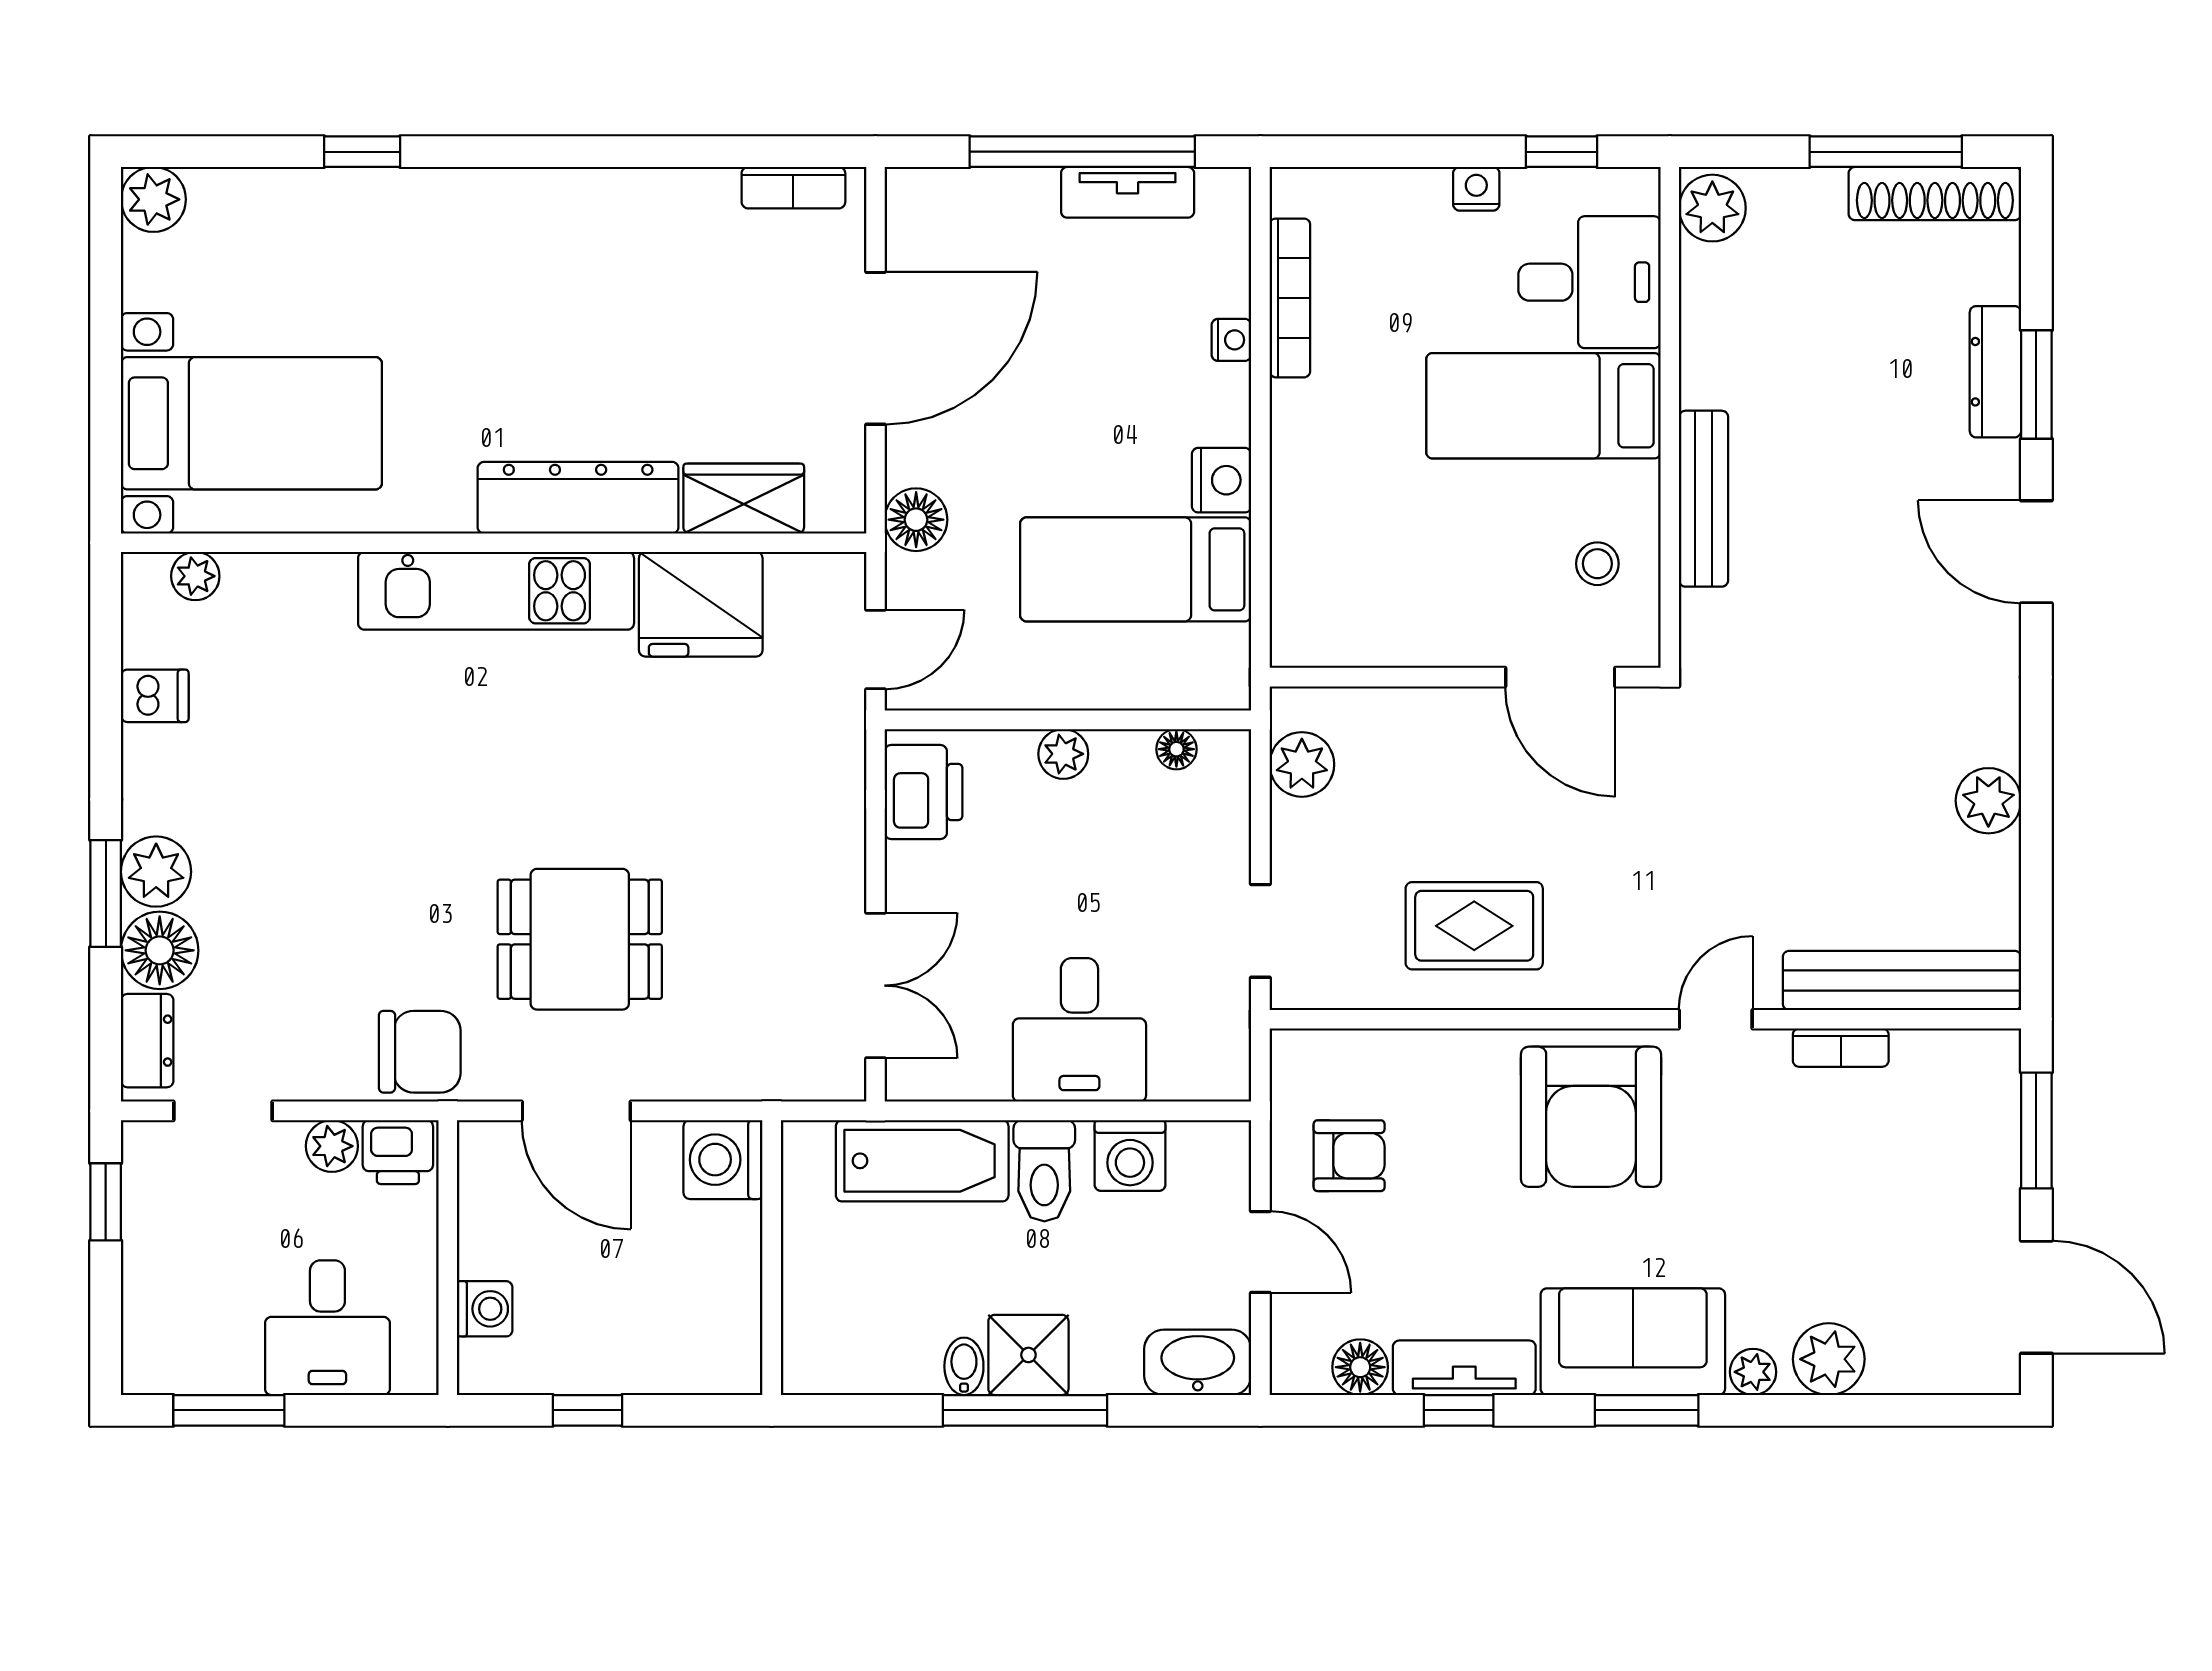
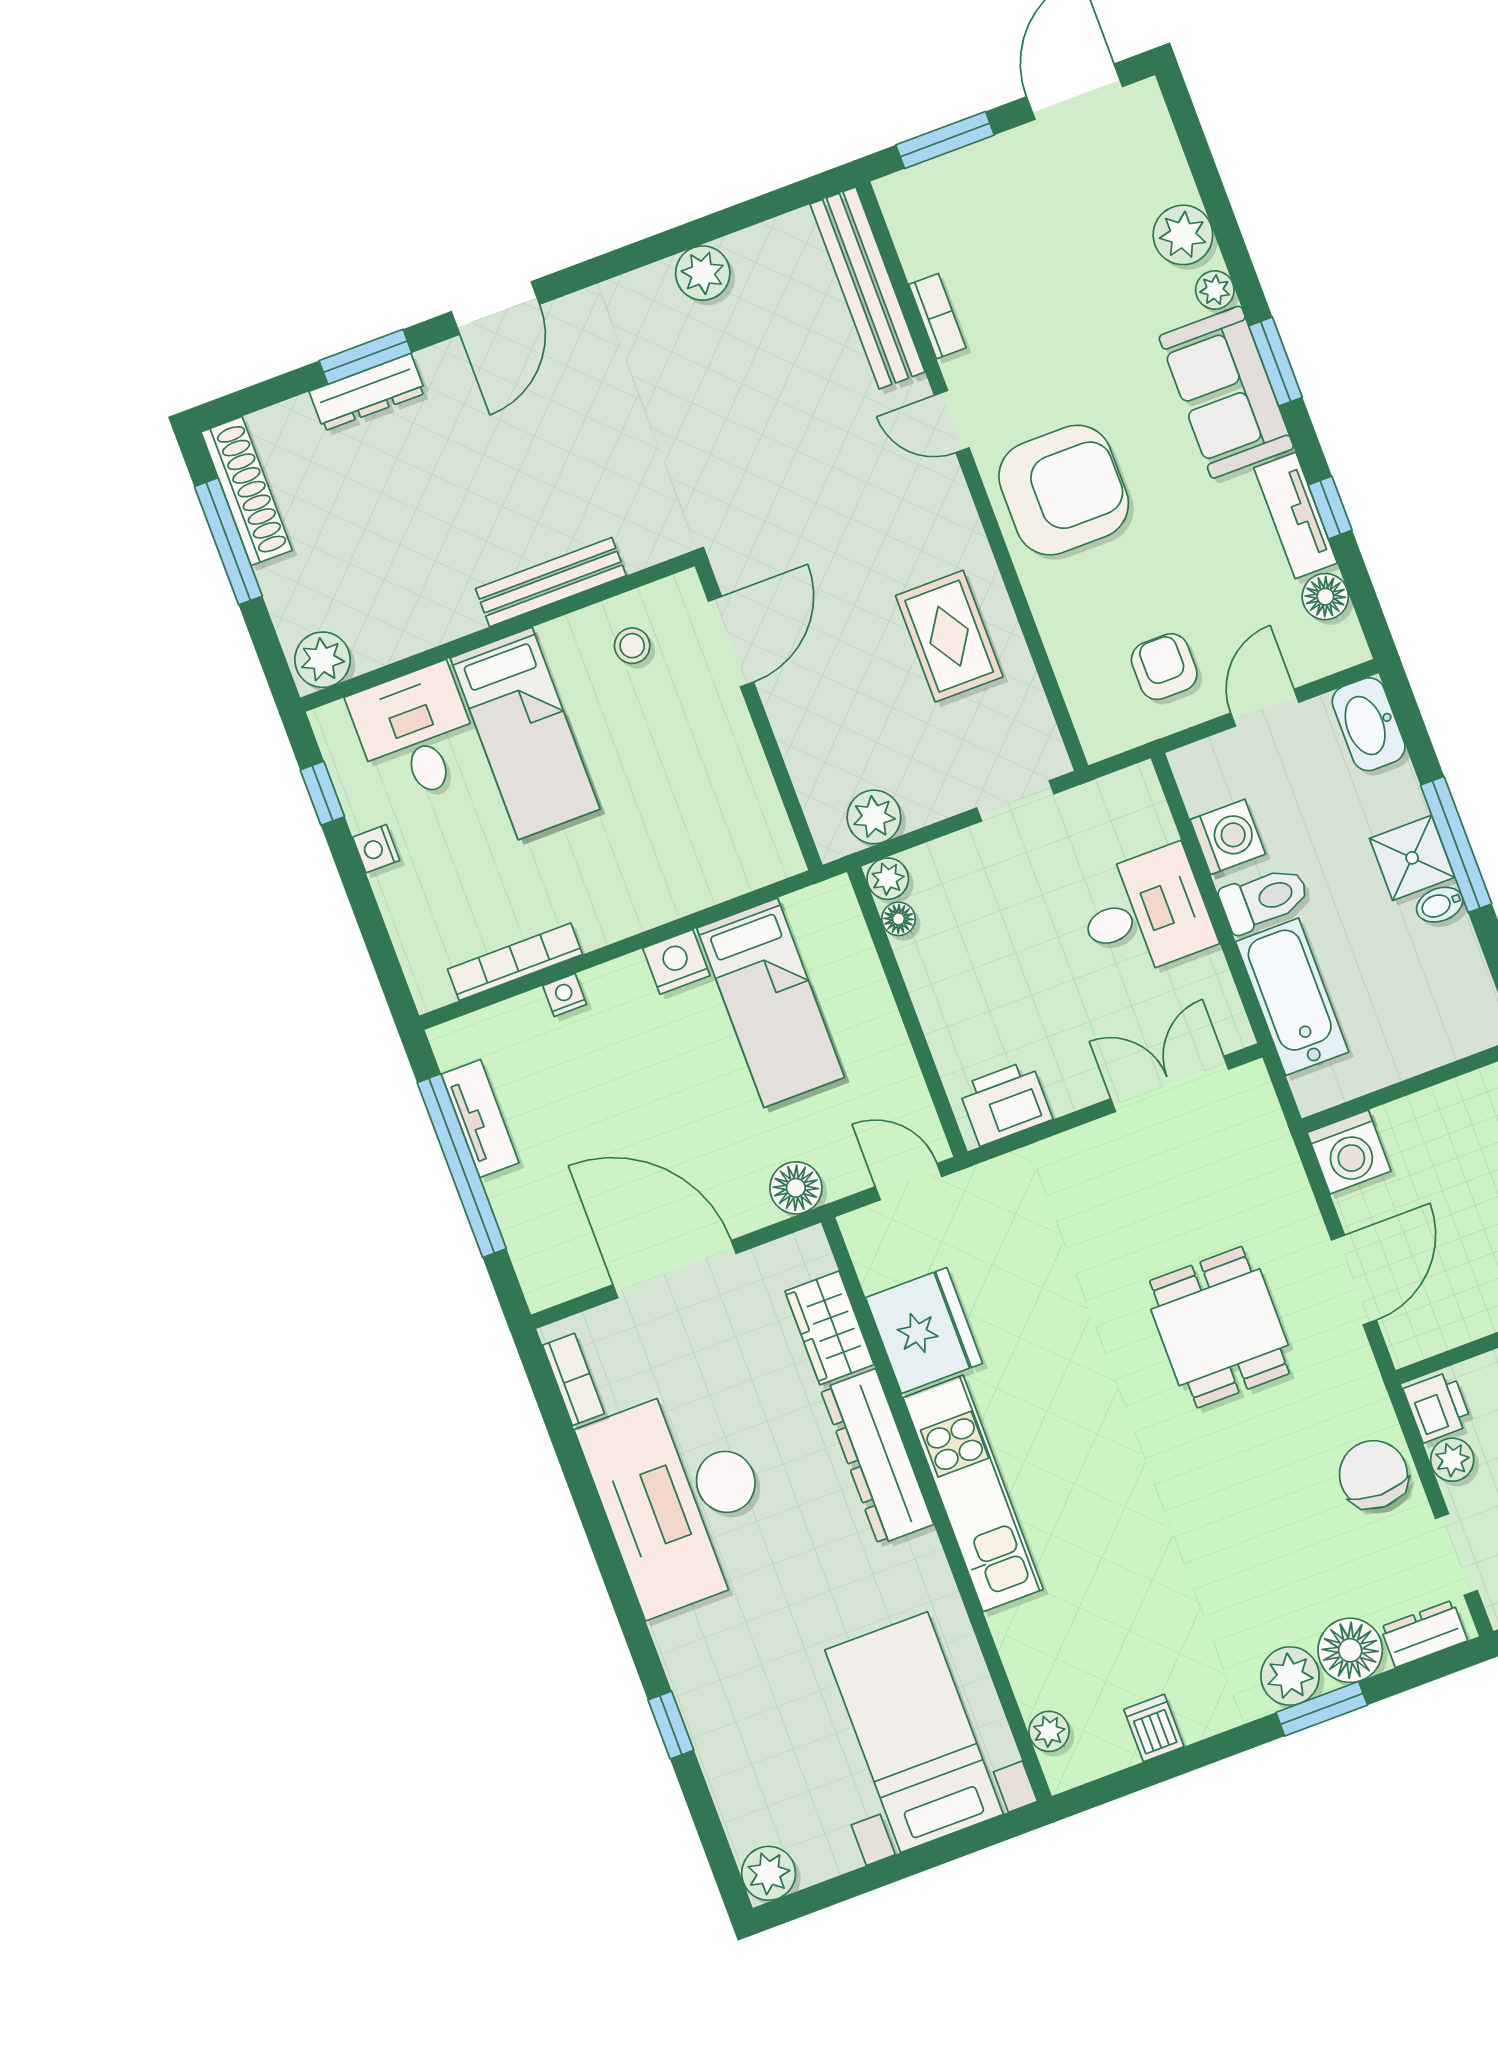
desk: (614, 259) -> (681, 1498), added
plant: (1063, 754) -> (888, 879), moved
chair: (420, 1052) -> (1373, 1475), moved

